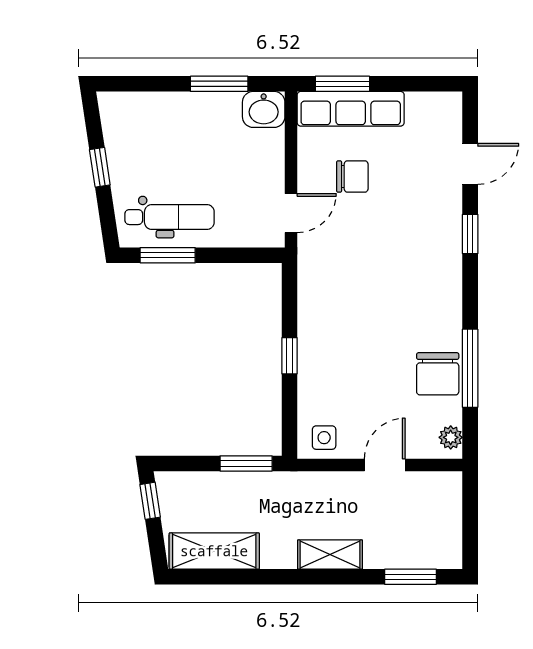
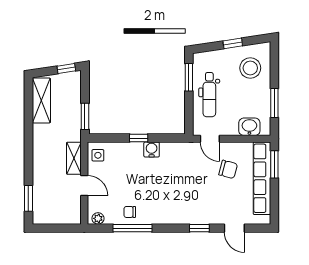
washbasin: (264, 109) -> (249, 127), moved, turned 90
row of seats: (351, 109) -> (262, 178), width x1.36
stool: (149, 132) -> (250, 68), added
chair: (352, 176) -> (228, 169), turned -75
dental chair: (169, 217) -> (209, 95), moved
water cooler: (312, 330) -> (152, 149), added
chair: (438, 374) -> (130, 212), width x0.54, depth x0.54
shelving: (330, 554) -> (74, 158), moved

